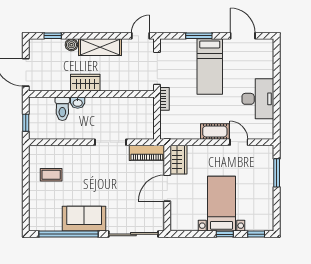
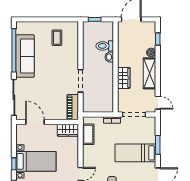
wardrobe: (85, 83) -> (124, 78), moved
cot: (215, 131) -> (88, 134), moved
door: (167, 188) -> (35, 122), moved
sofa: (84, 219) -> (25, 56), width x1.36

